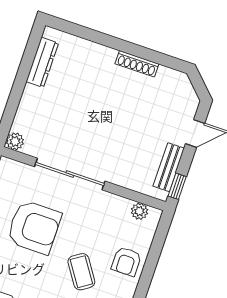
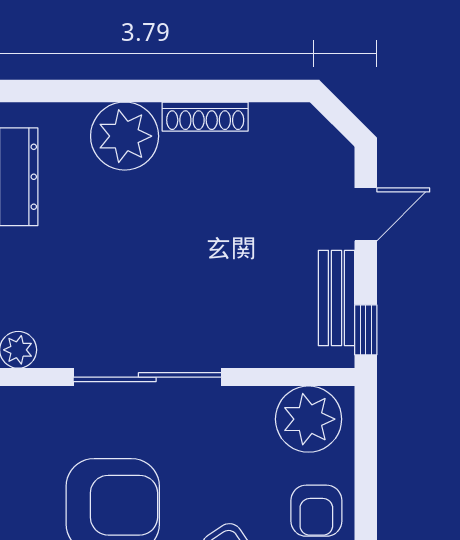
plant: (97, 60) -> (125, 136), added
plant: (139, 211) -> (309, 419), width x1.87, depth x1.87

